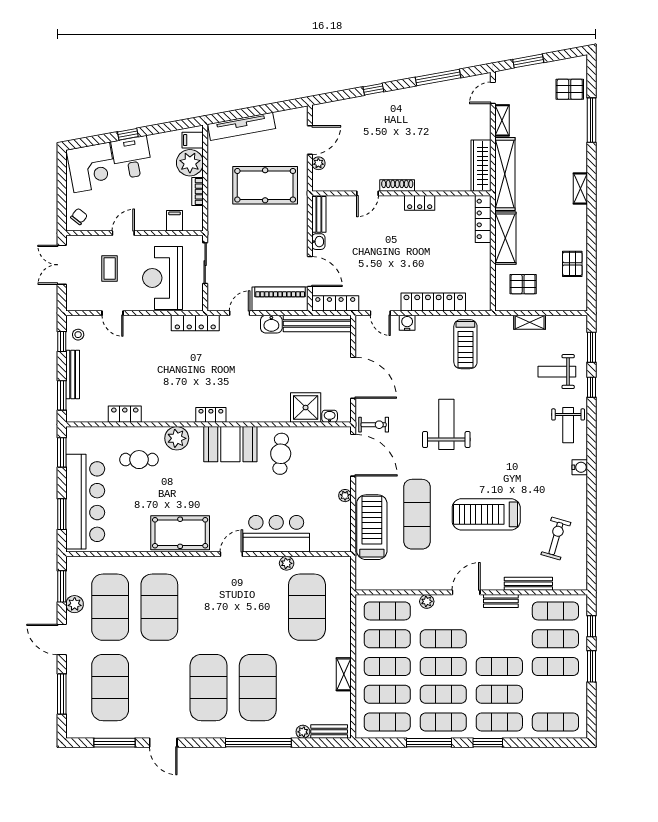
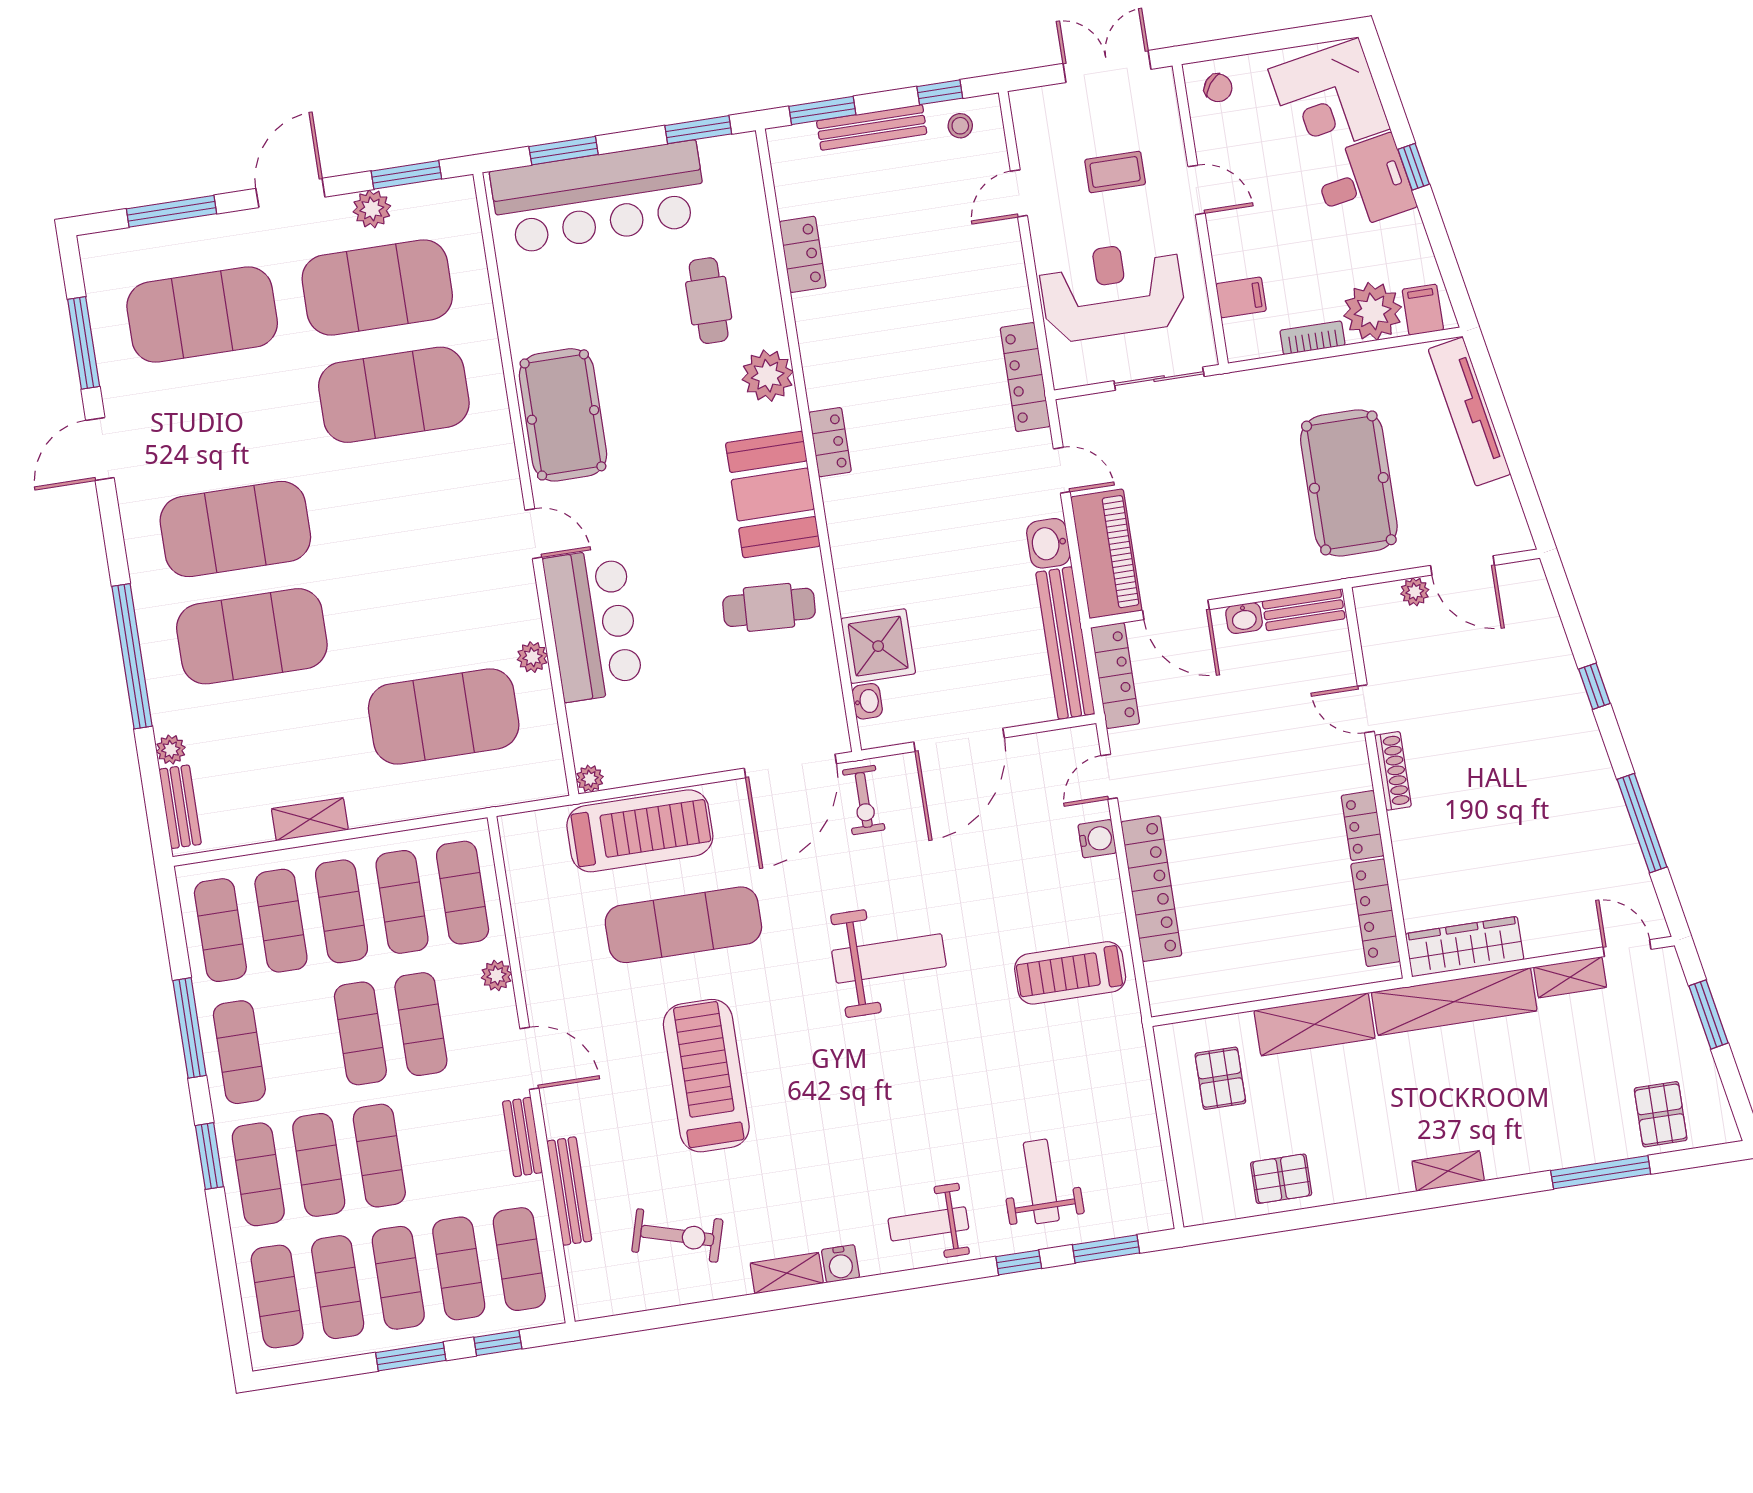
locker: (483, 219) -> (1376, 913), moved, turned -90
door: (310, 272) -> (1176, 610), hinge flipped
shelving: (530, 322) -> (787, 1273), moved, turned 90
plant: (345, 496) -> (590, 779), moved
exercise mat: (443, 694) -> (338, 1287), moved

